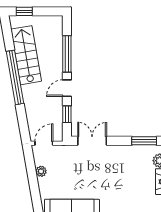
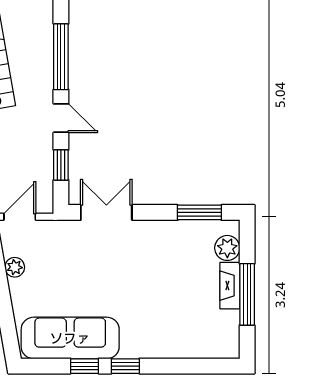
door: (67, 88) -> (61, 118), swing flipped

